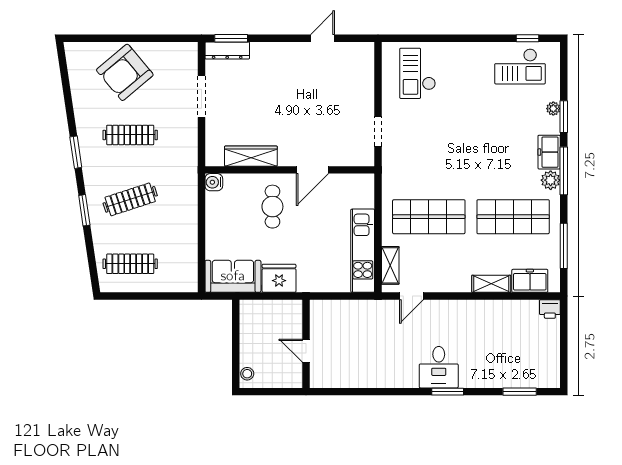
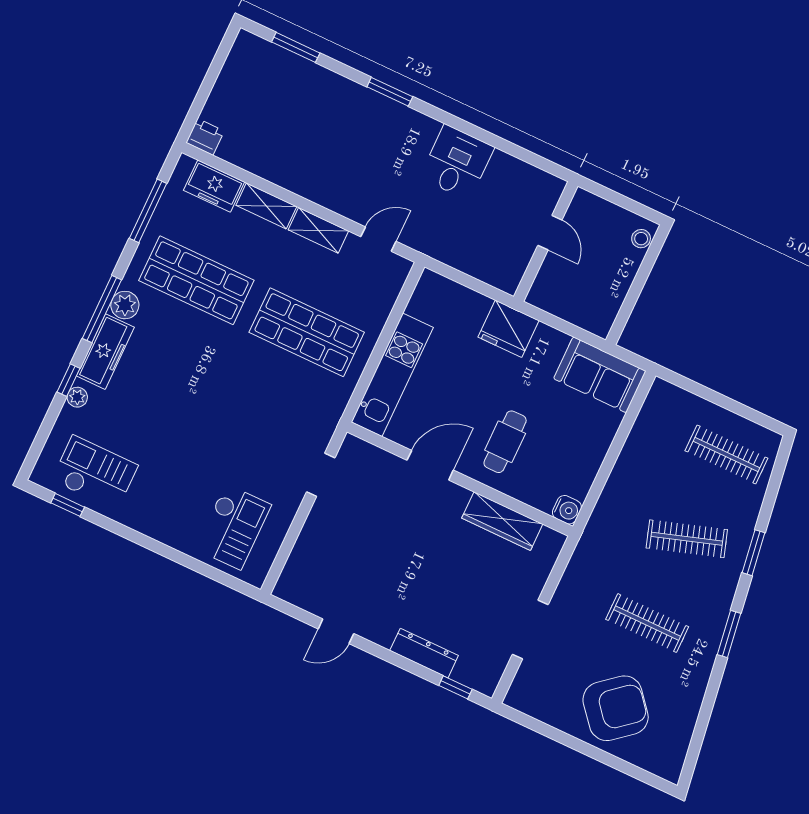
window: (231, 38) -> (455, 687), width x0.67
dresser: (227, 51) -> (424, 653), moved
window: (564, 117) -> (68, 380), width x0.67
freezer: (549, 152) -> (105, 352), width x1.40
kitchen unit: (363, 251) -> (392, 375), moved
shelving: (390, 265) -> (318, 230), moved, turned 90
fridge: (279, 278) -> (508, 329), moved
desk: (439, 367) -> (457, 162), moved

